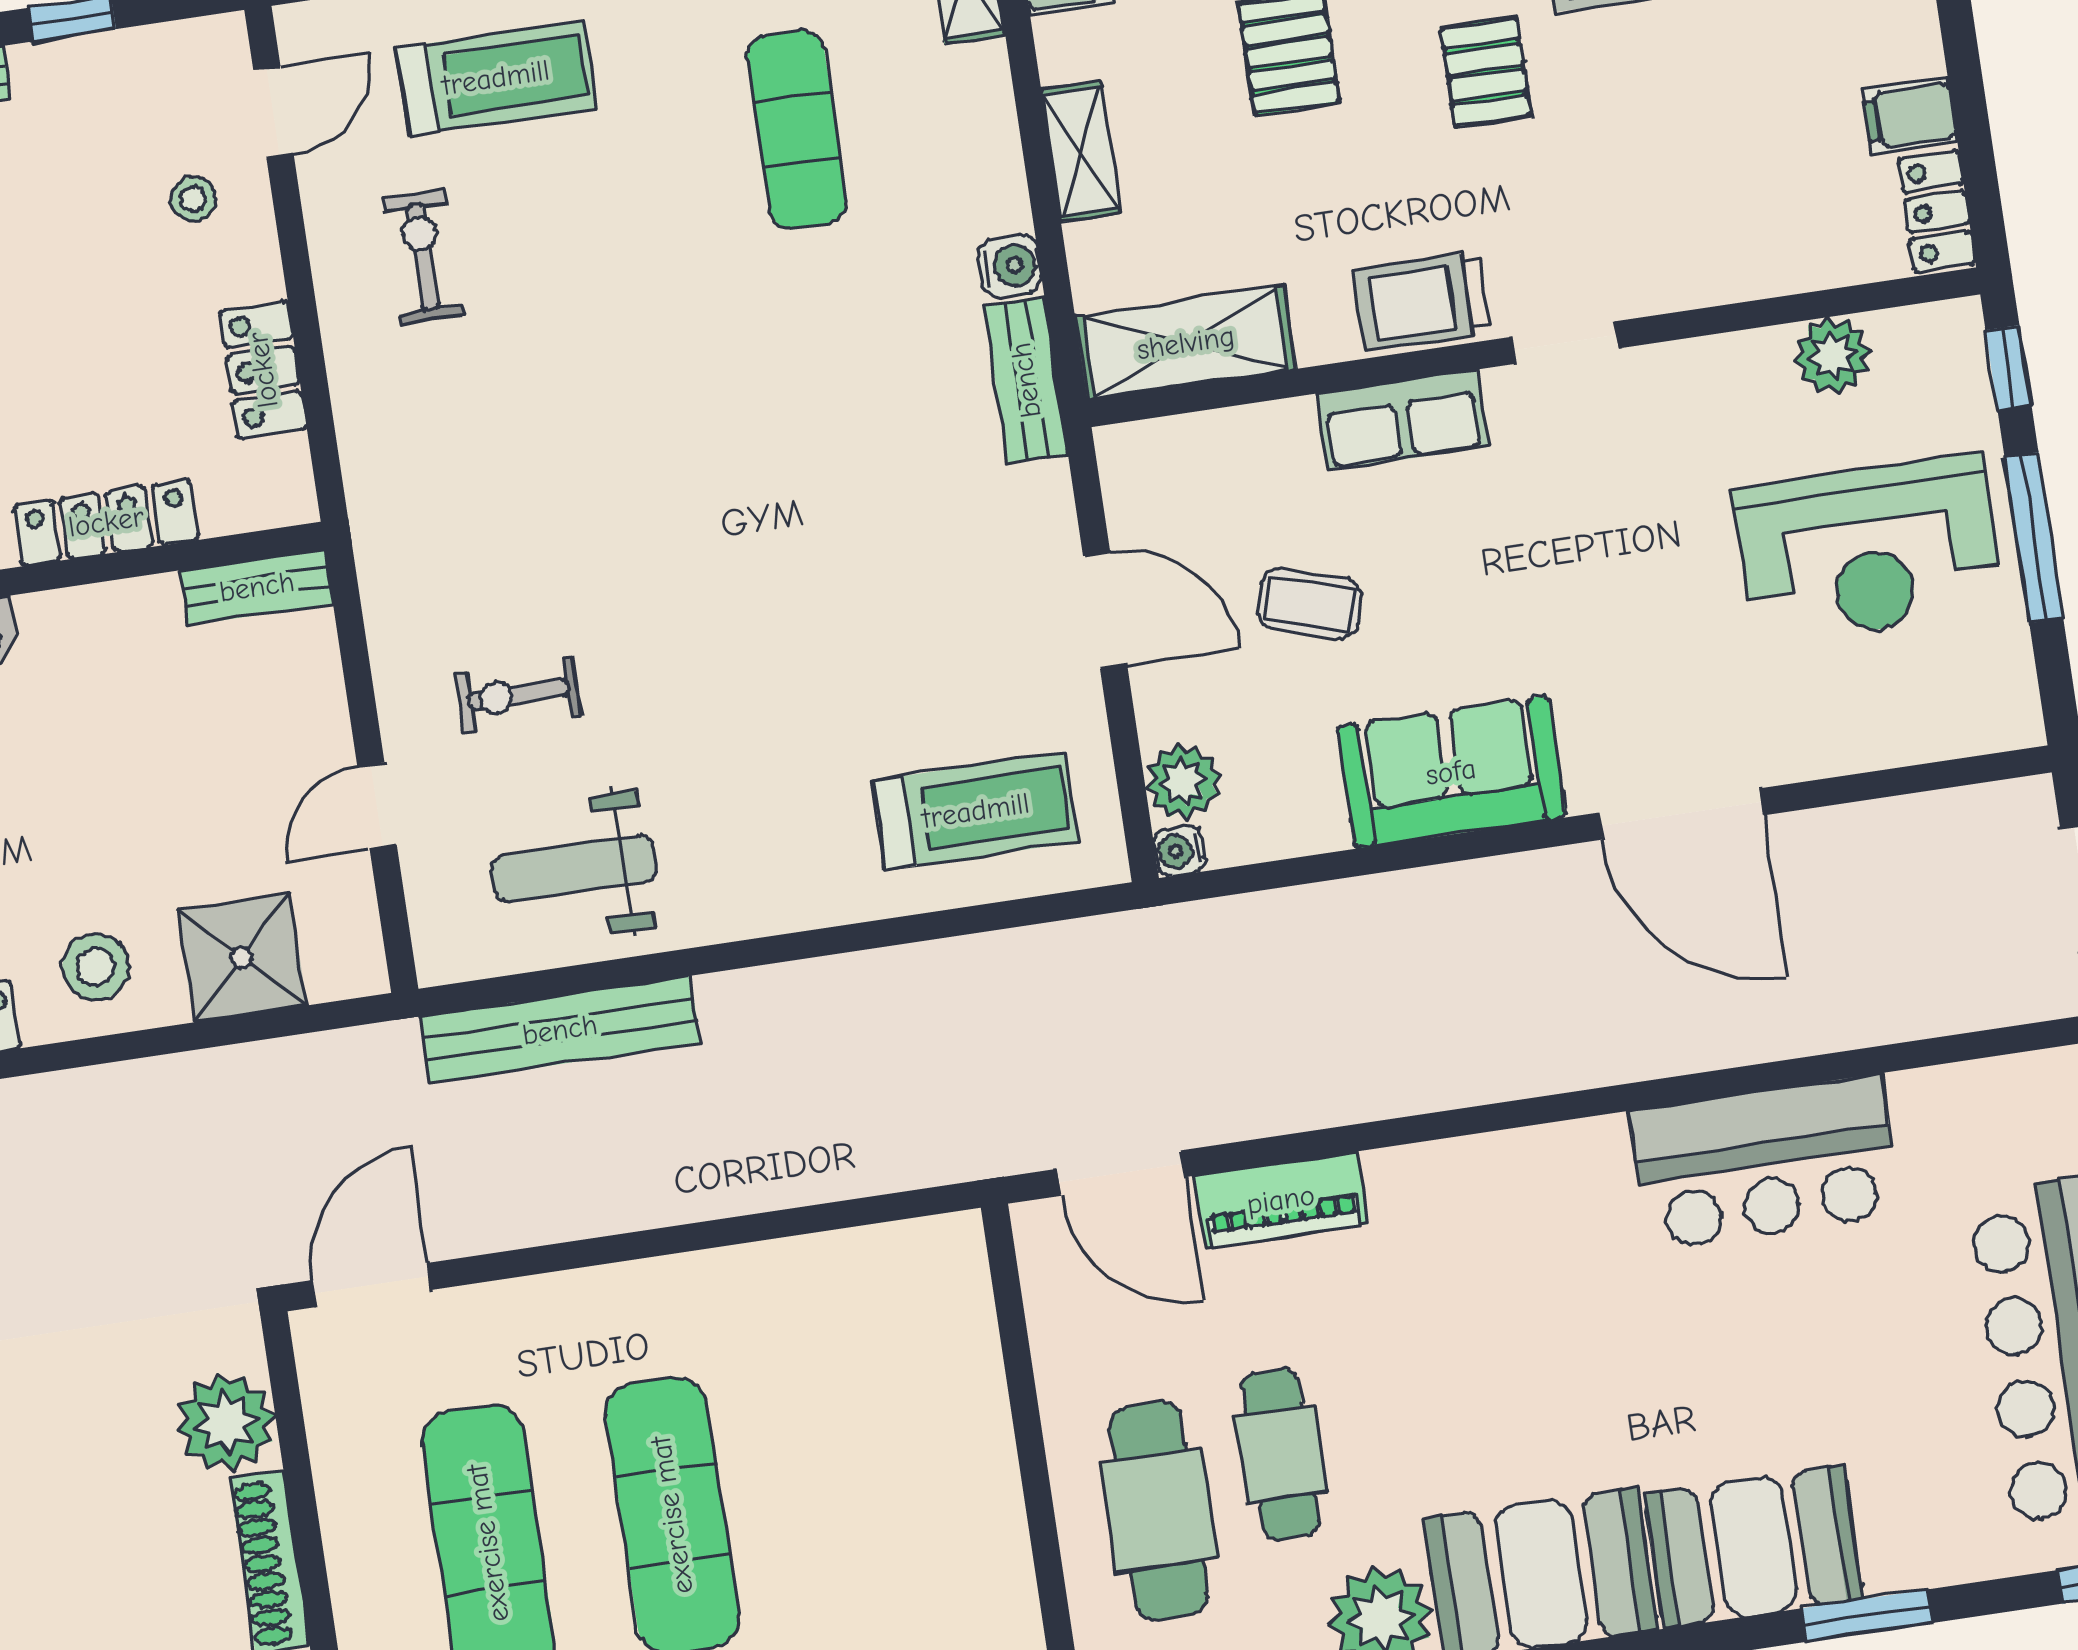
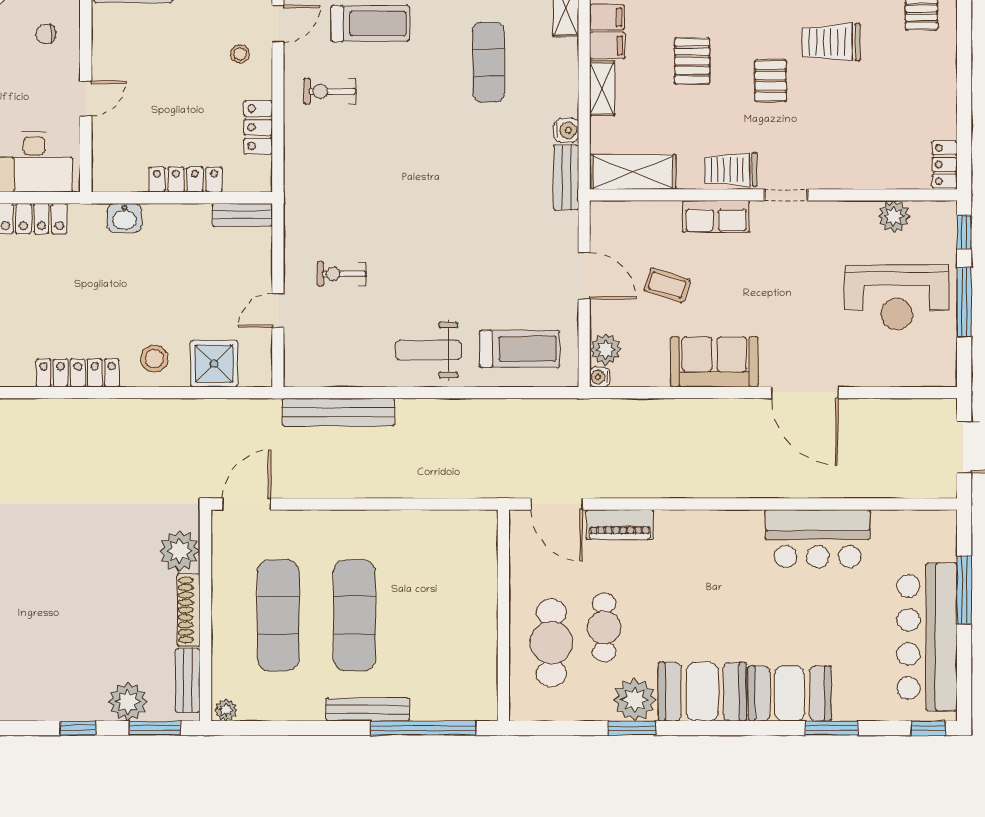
filing cabinet: (1910, 116) -> (607, 46), moved, turned 180
exercise bike: (423, 257) -> (330, 91), turned -90
weight bench: (574, 869) -> (428, 350), moved

